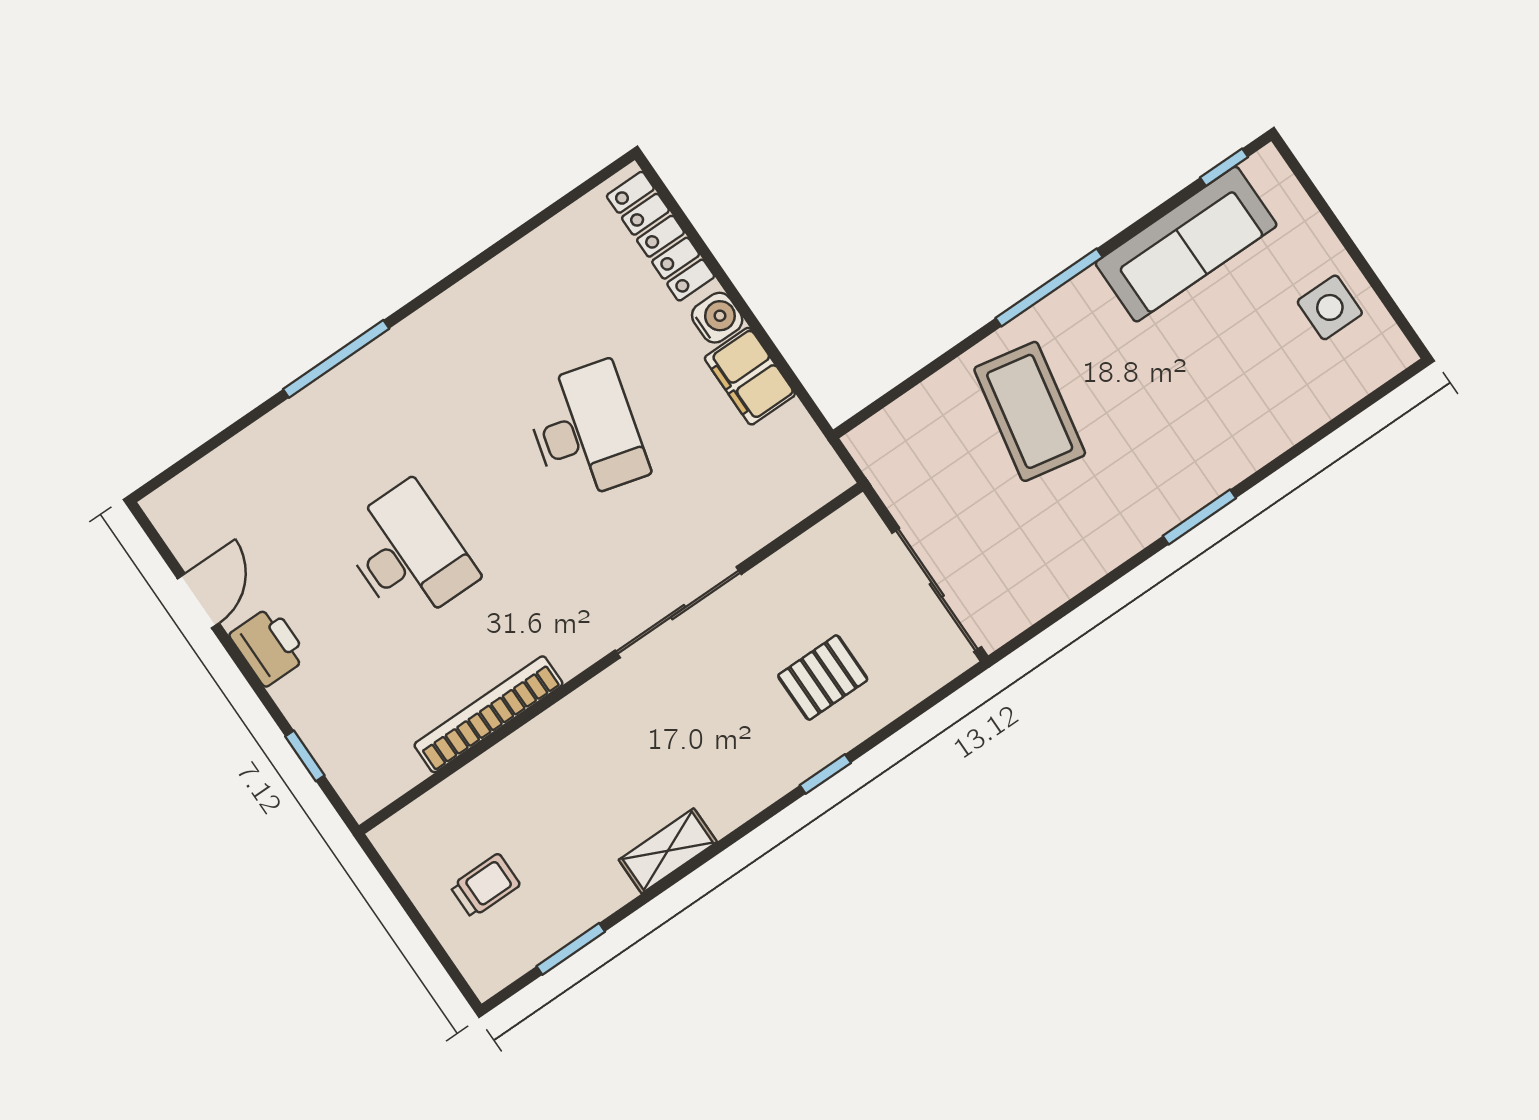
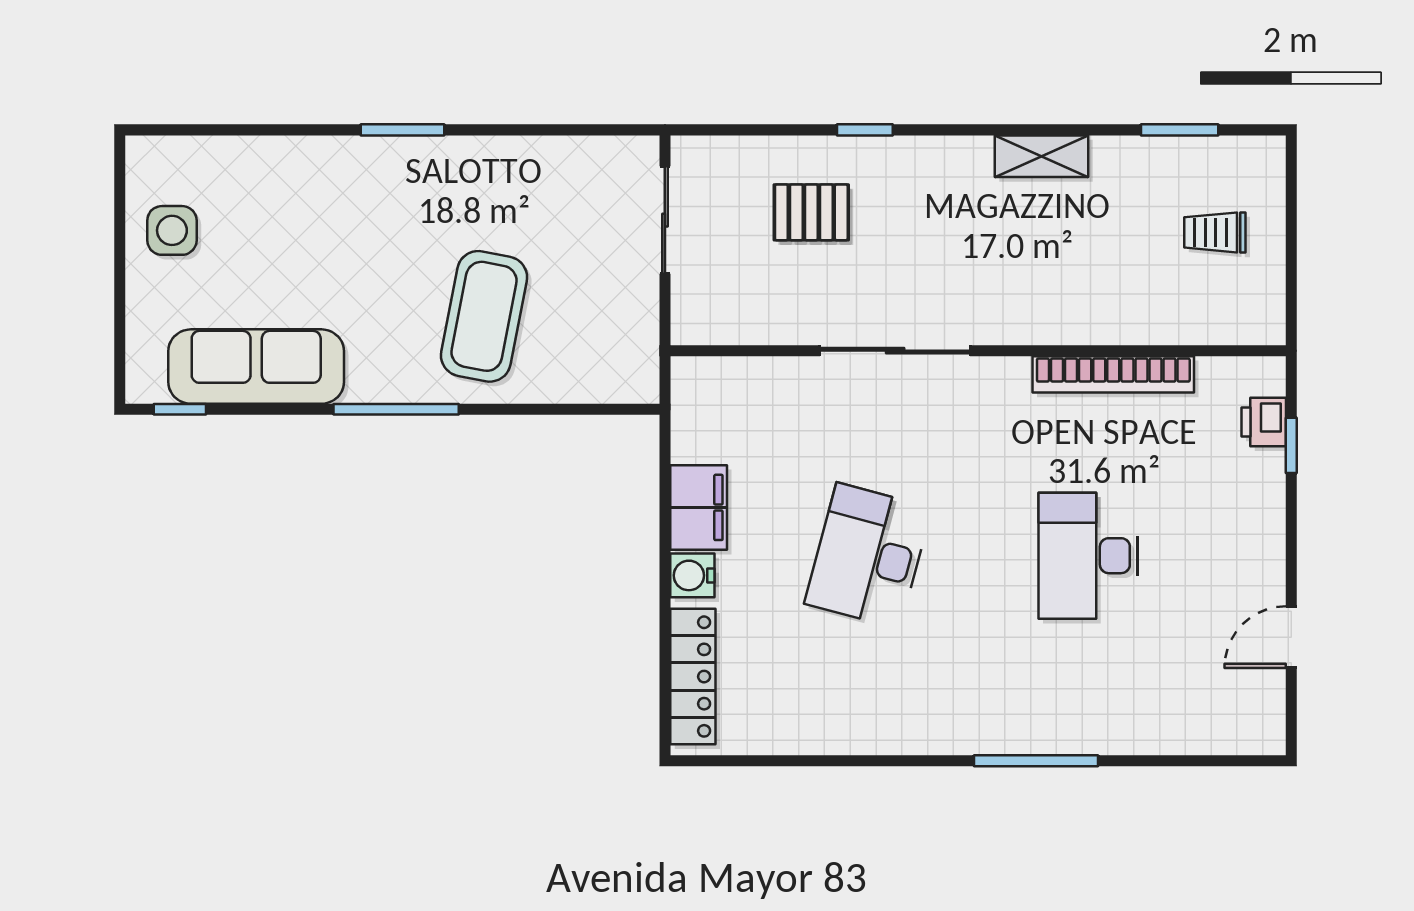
sliding door: (937, 590) -> (665, 220), width x0.73
printer: (269, 646) -> (1264, 422), moved, width x0.73, depth x0.81

